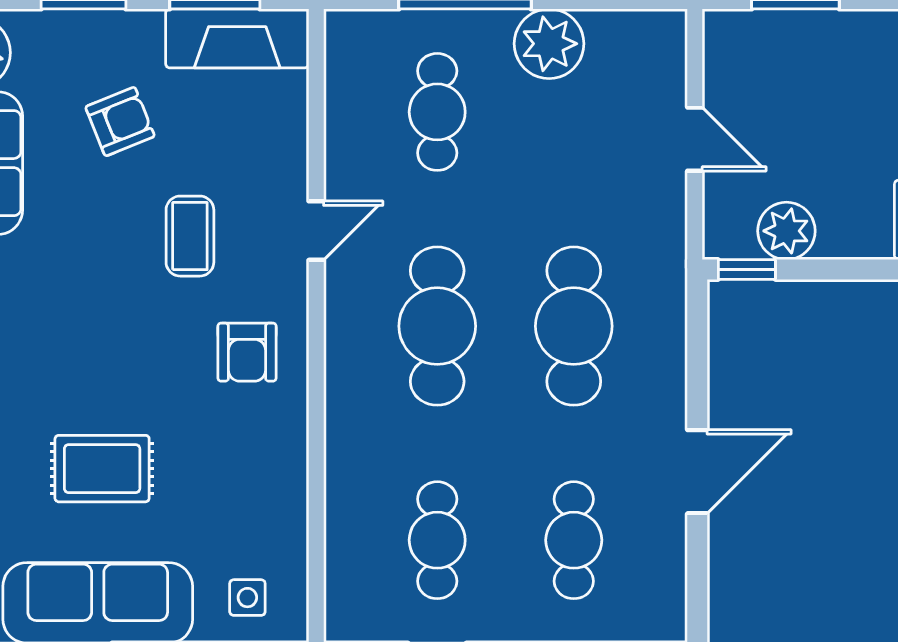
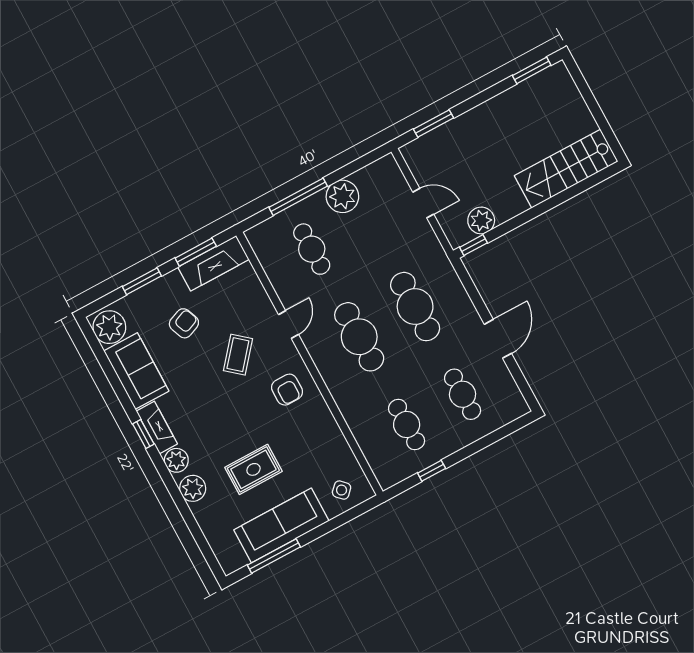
coffee table: (190, 236) -> (238, 355), turned 40
side table: (247, 598) -> (342, 490), turned 45

